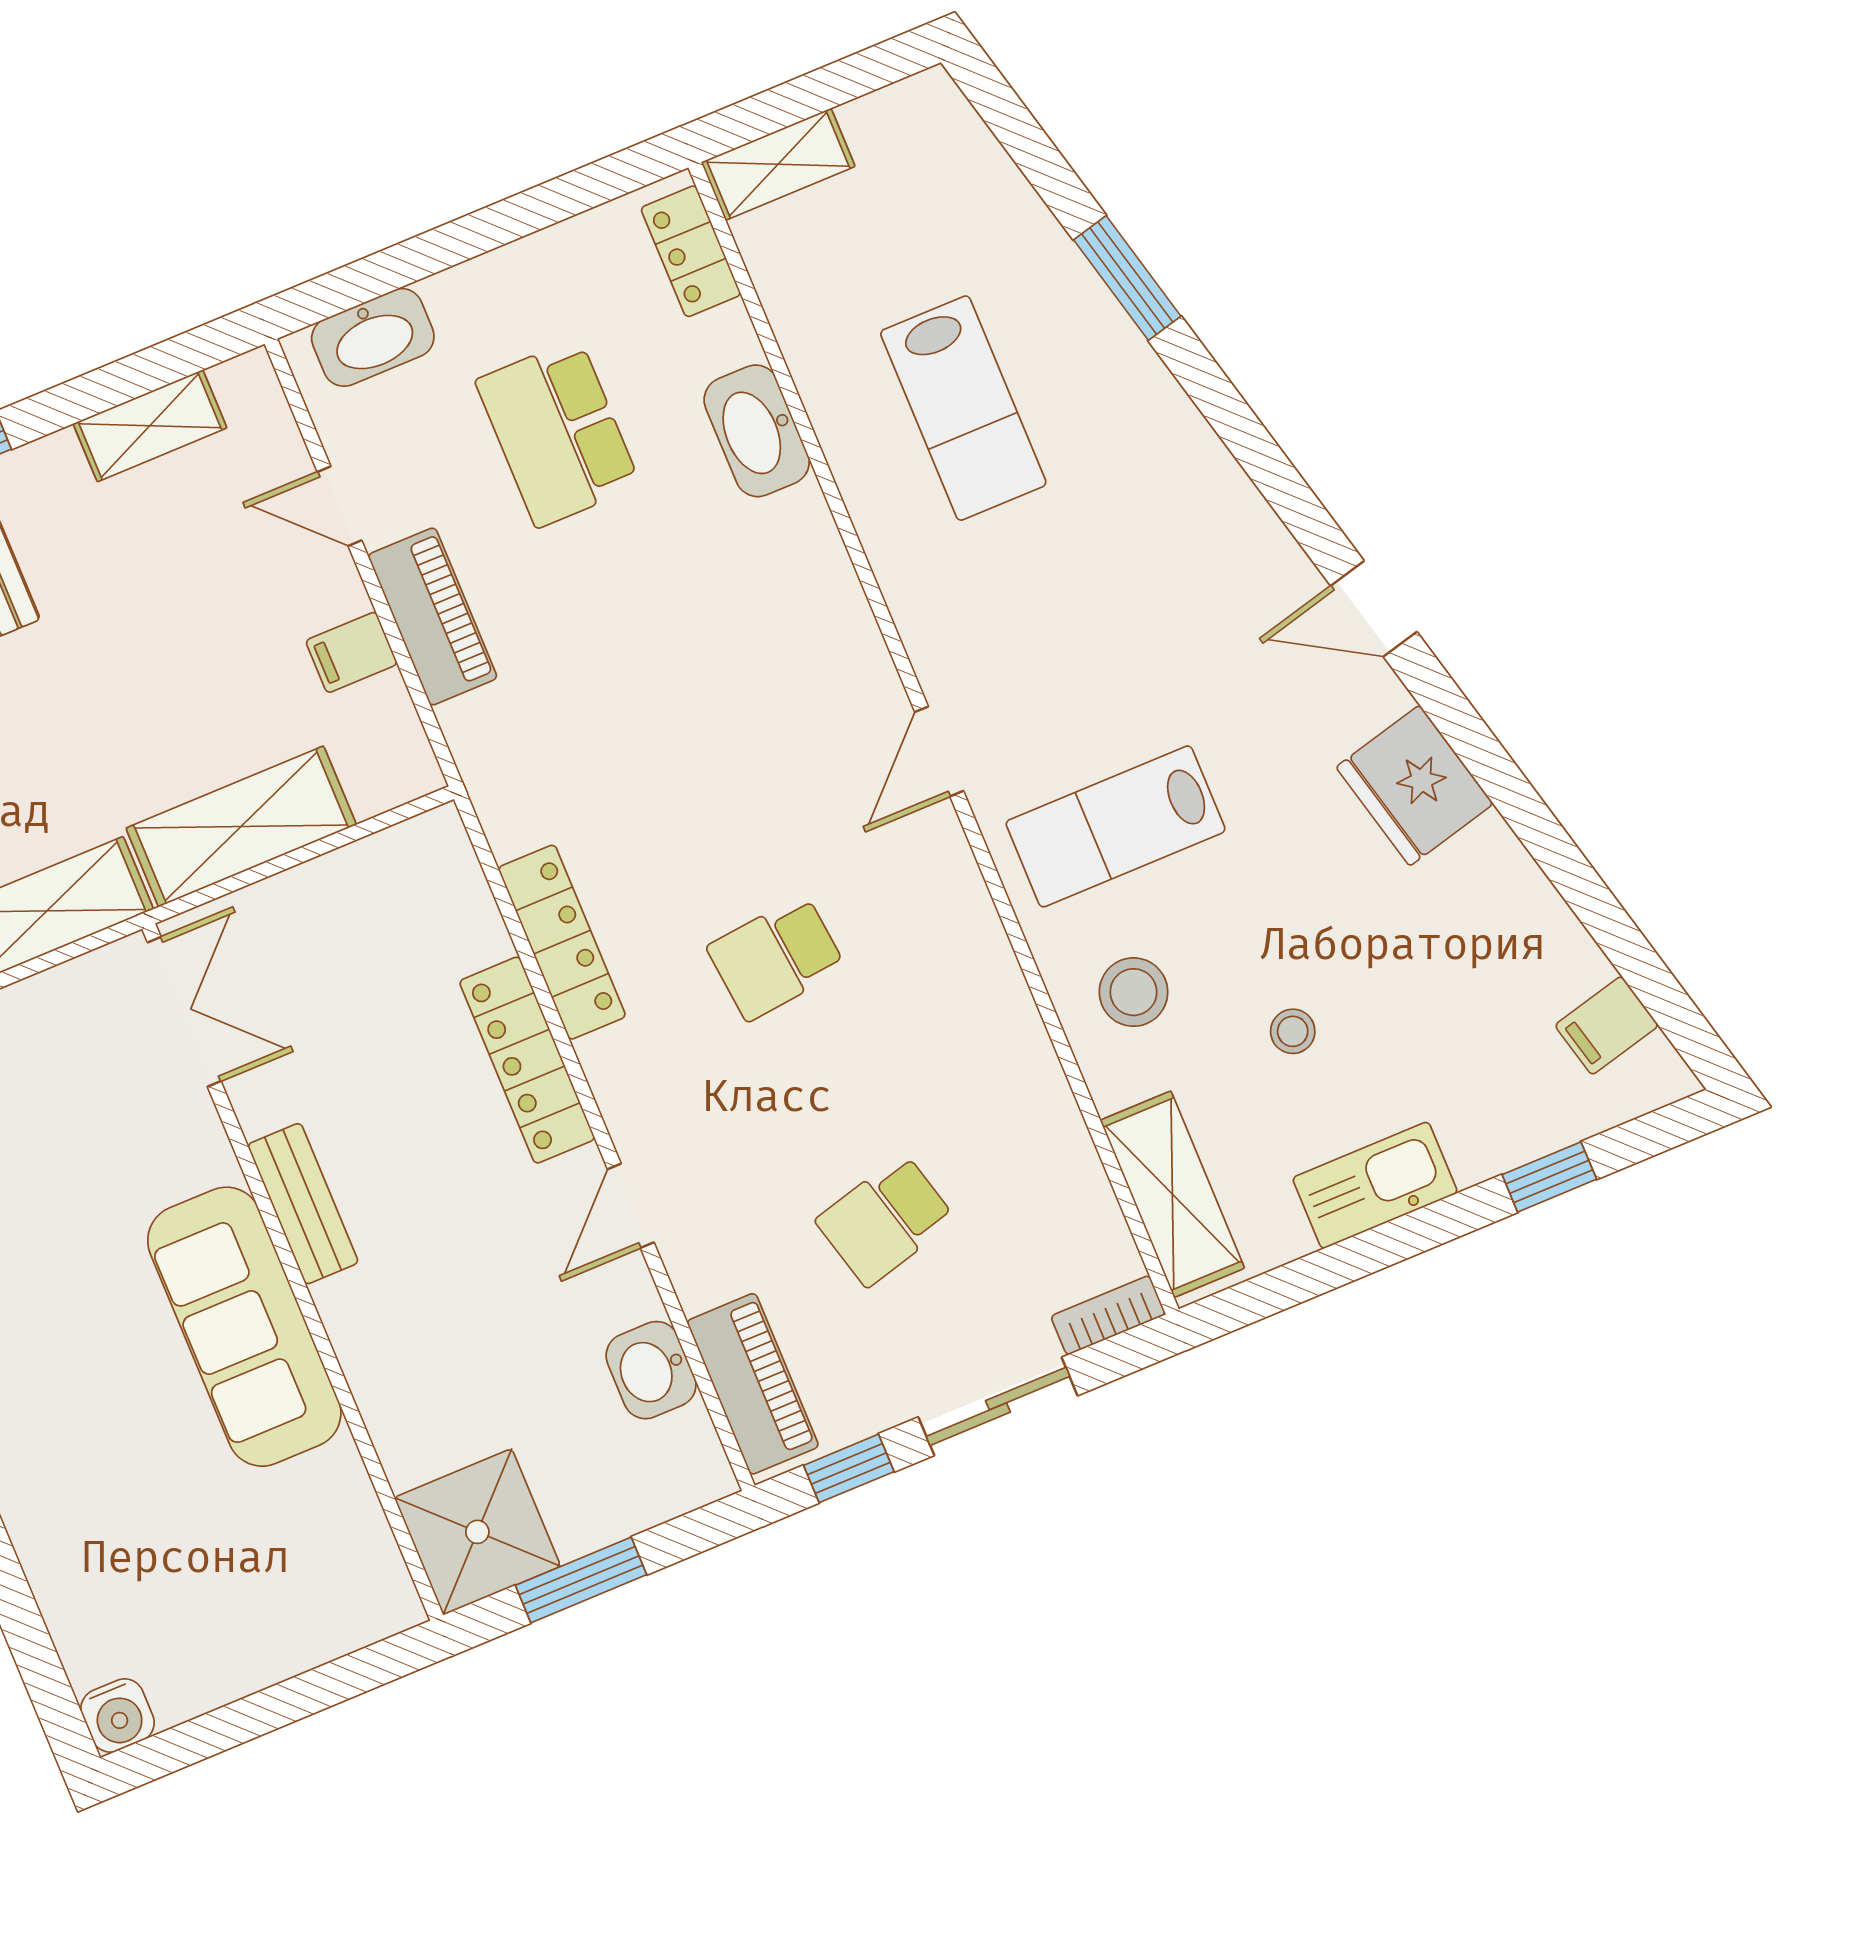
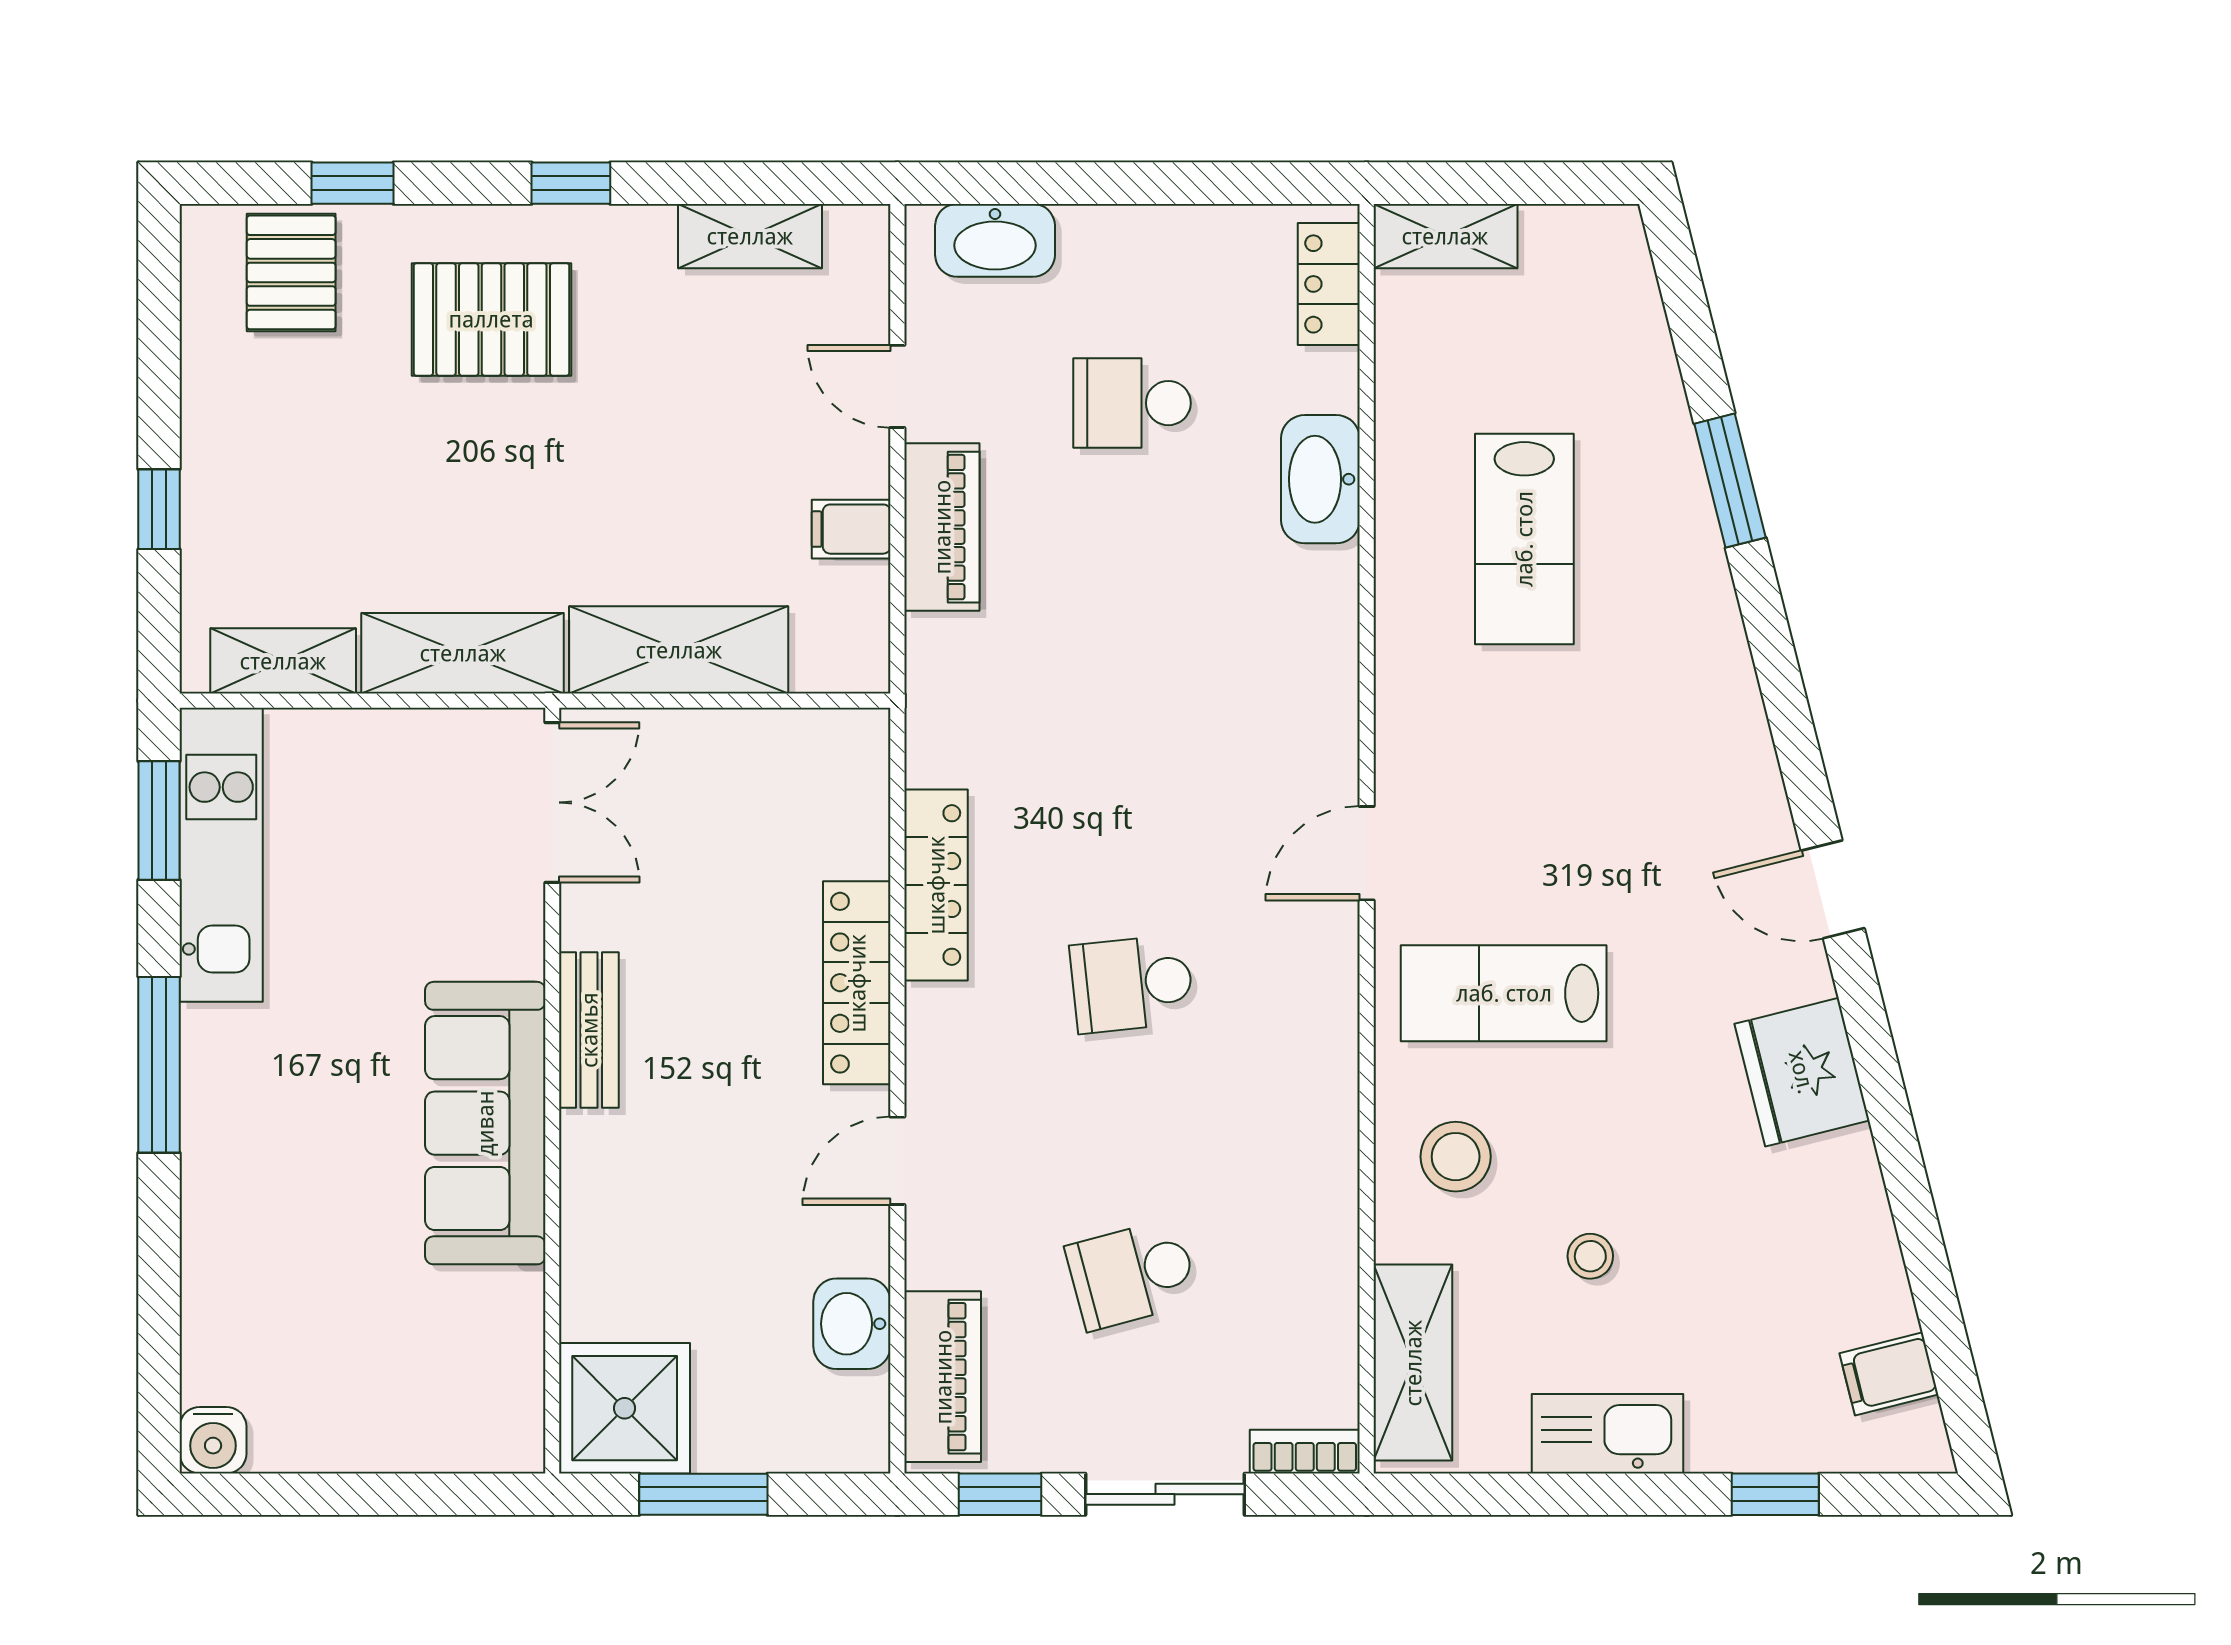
school desk: (558, 433) -> (1132, 403), width x0.54

